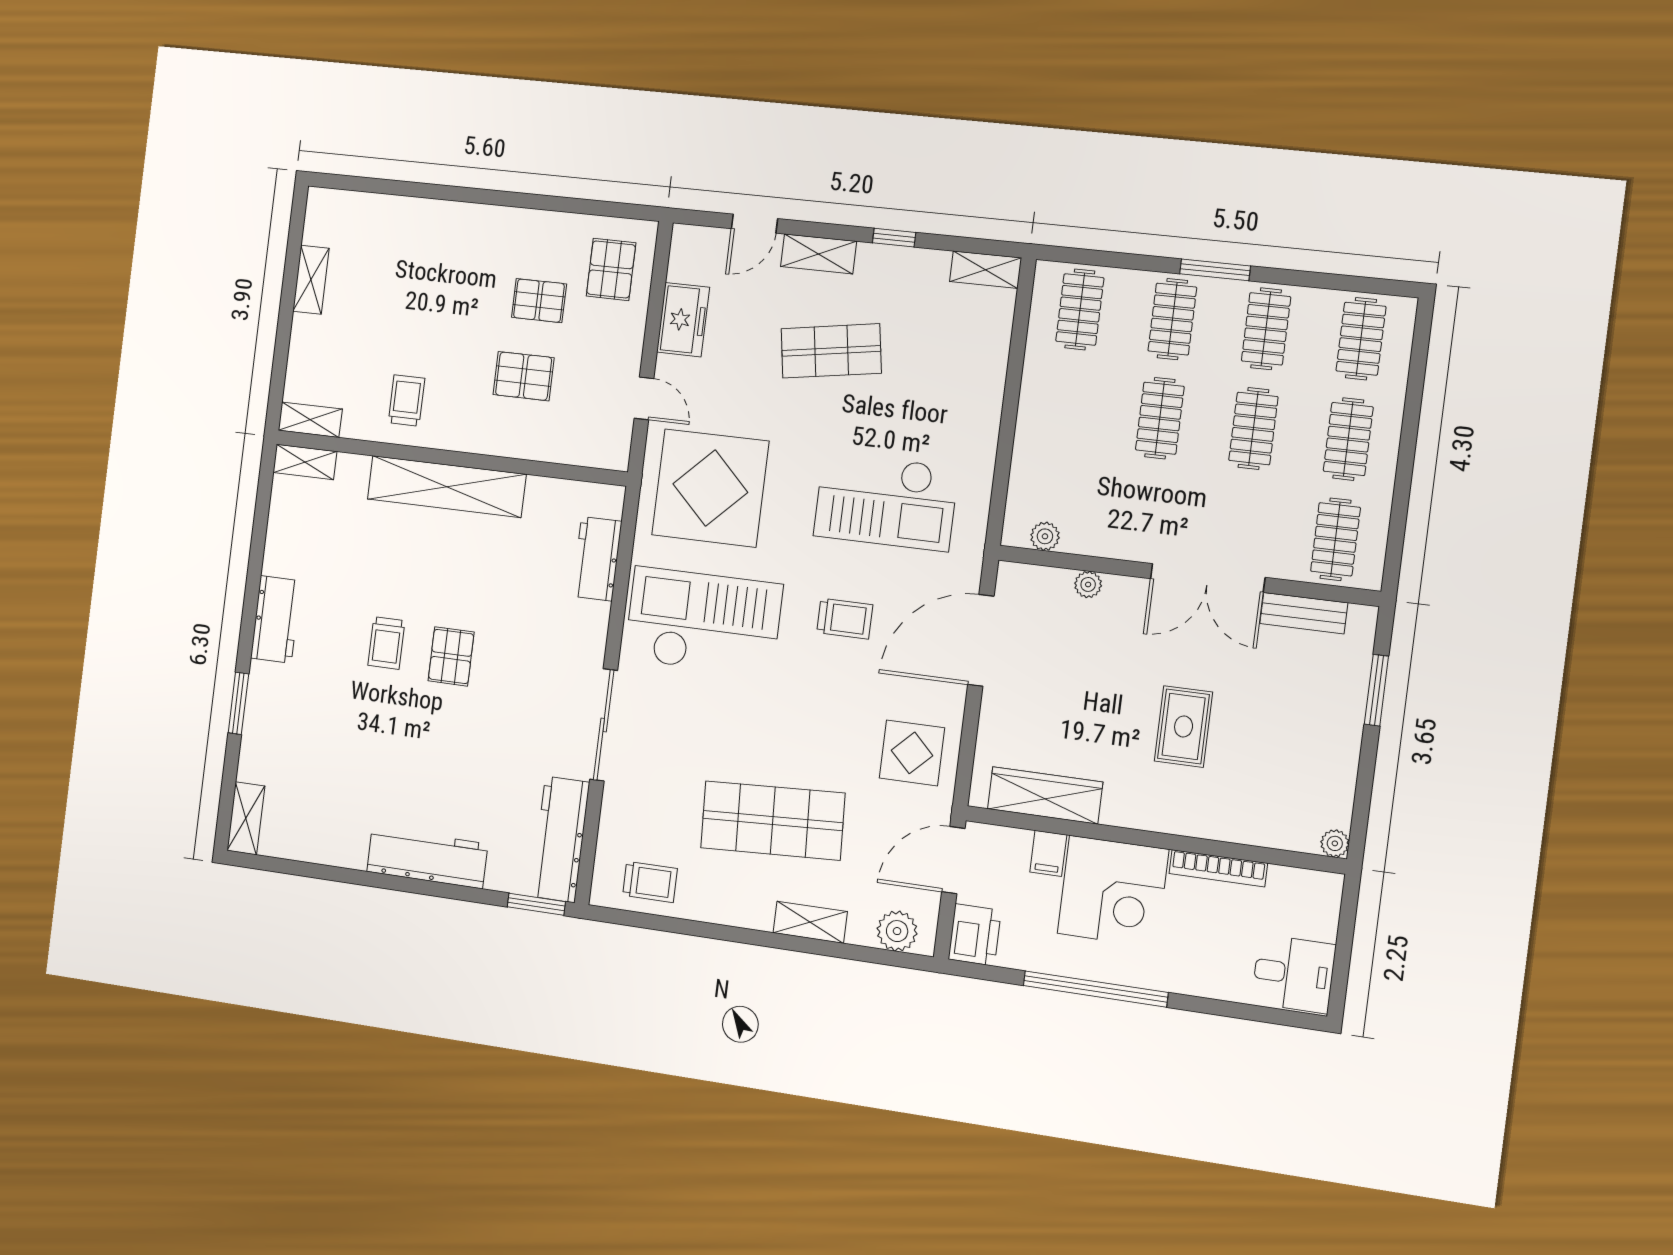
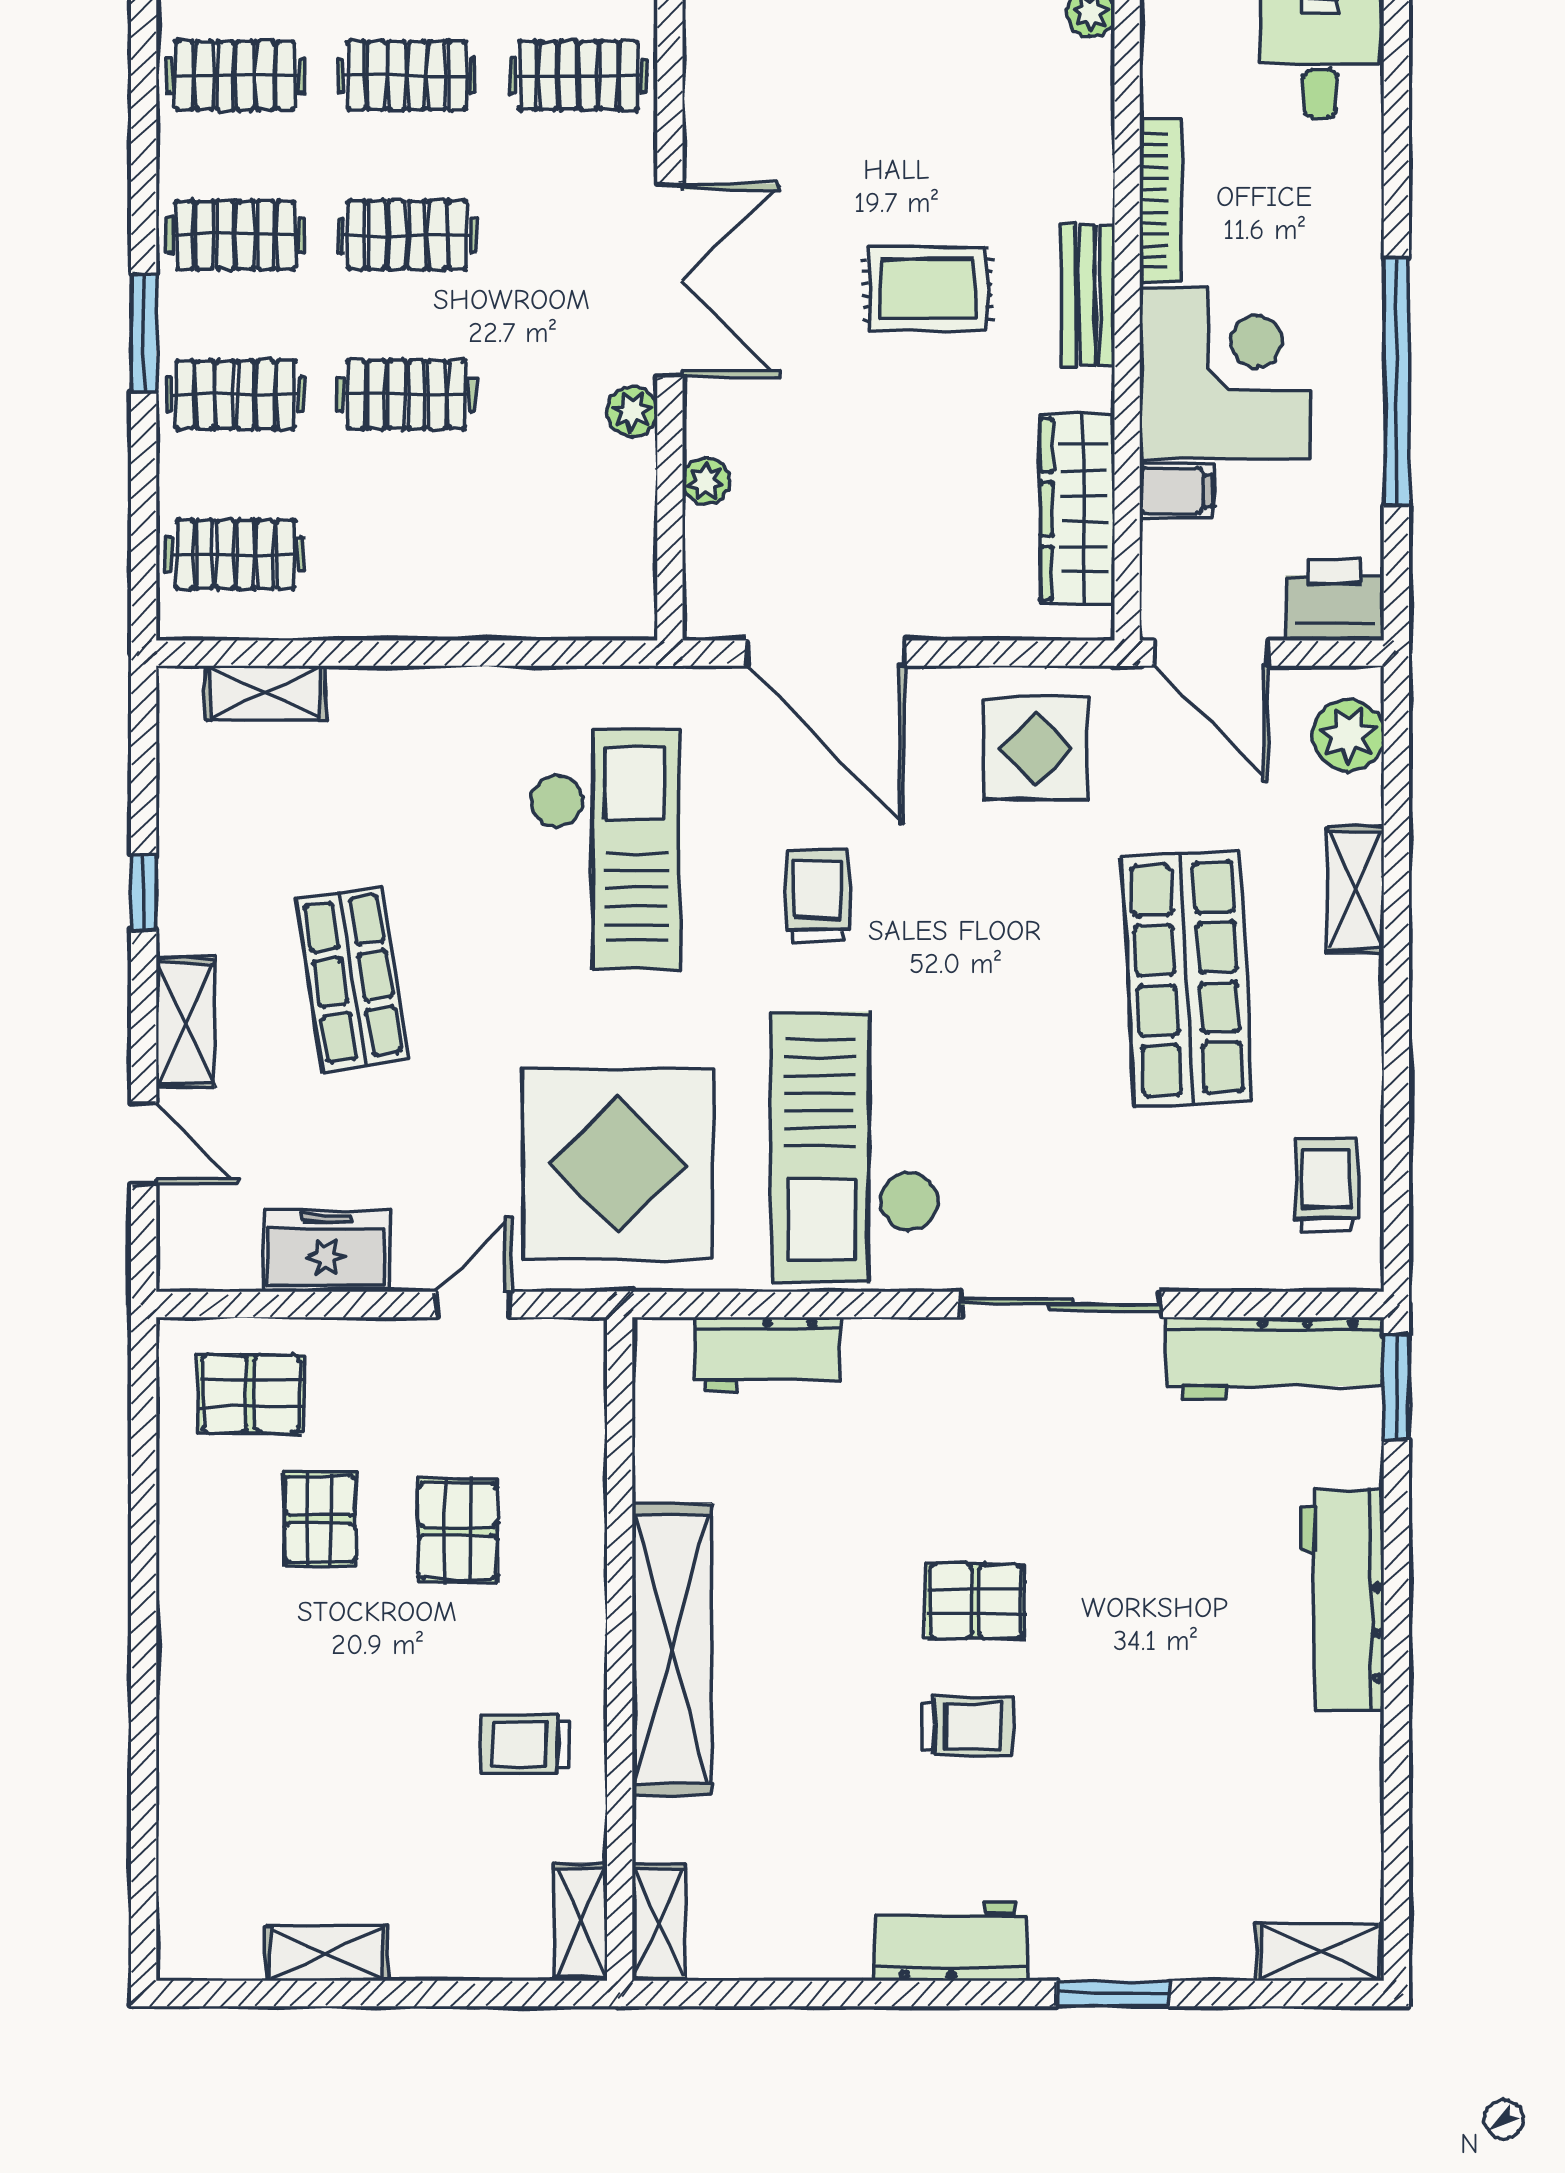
shelving: (986, 270) -> (265, 693), moved, turned 90
plant: (1045, 536) -> (632, 412), moved
bench: (1304, 613) -> (1088, 295), moved

